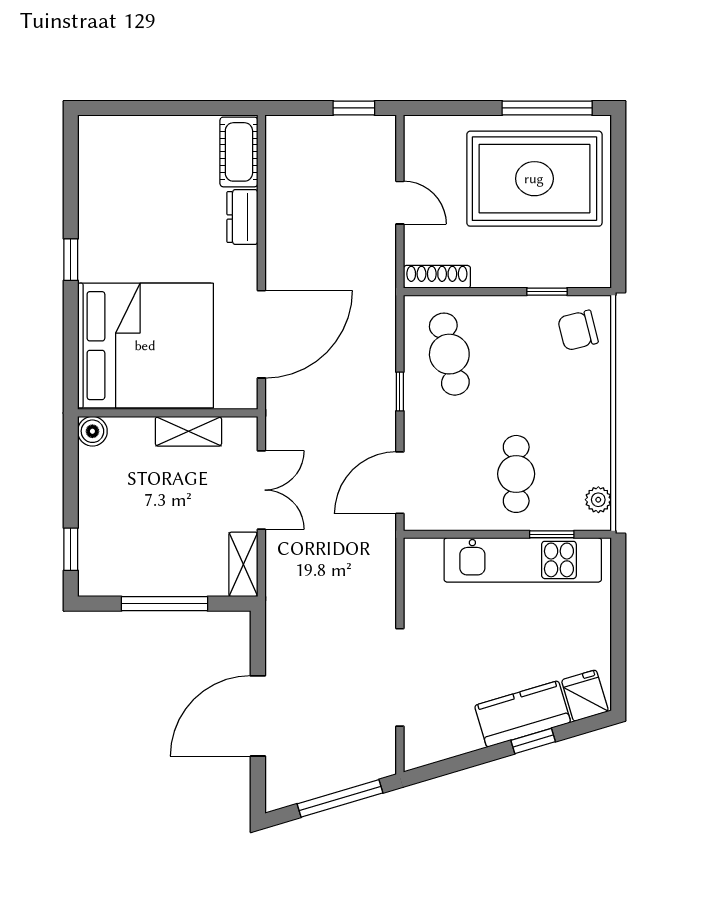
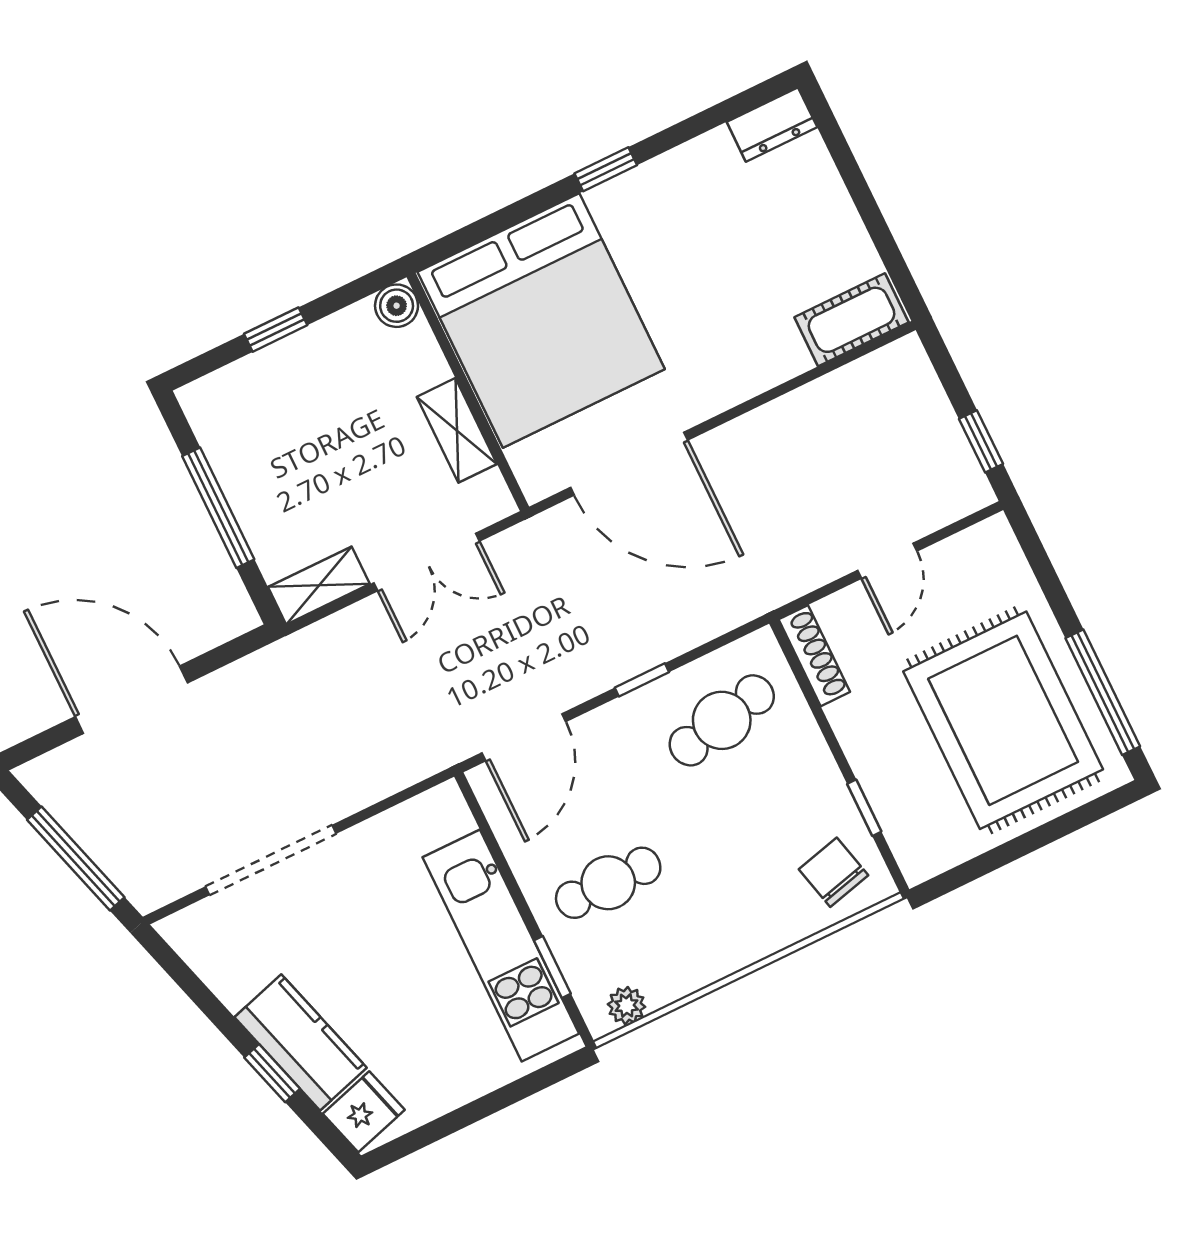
dresser: (242, 217) -> (772, 124), moved, turned 180
door: (400, 483) -> (524, 737), swing flipped
window: (71, 549) -> (276, 330), moved

